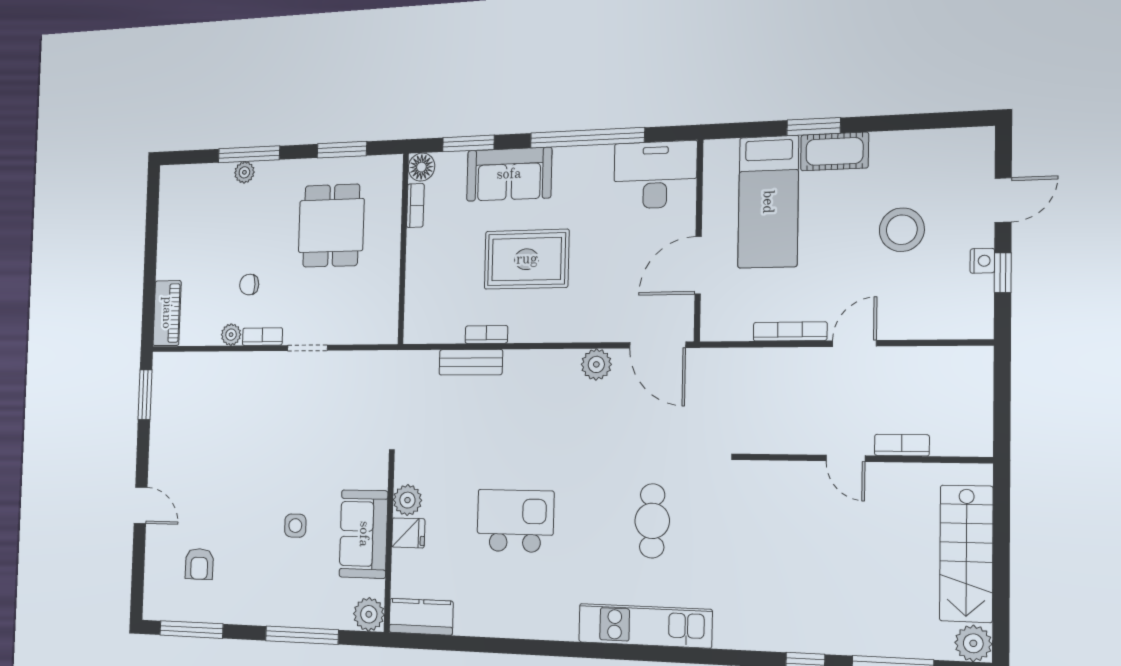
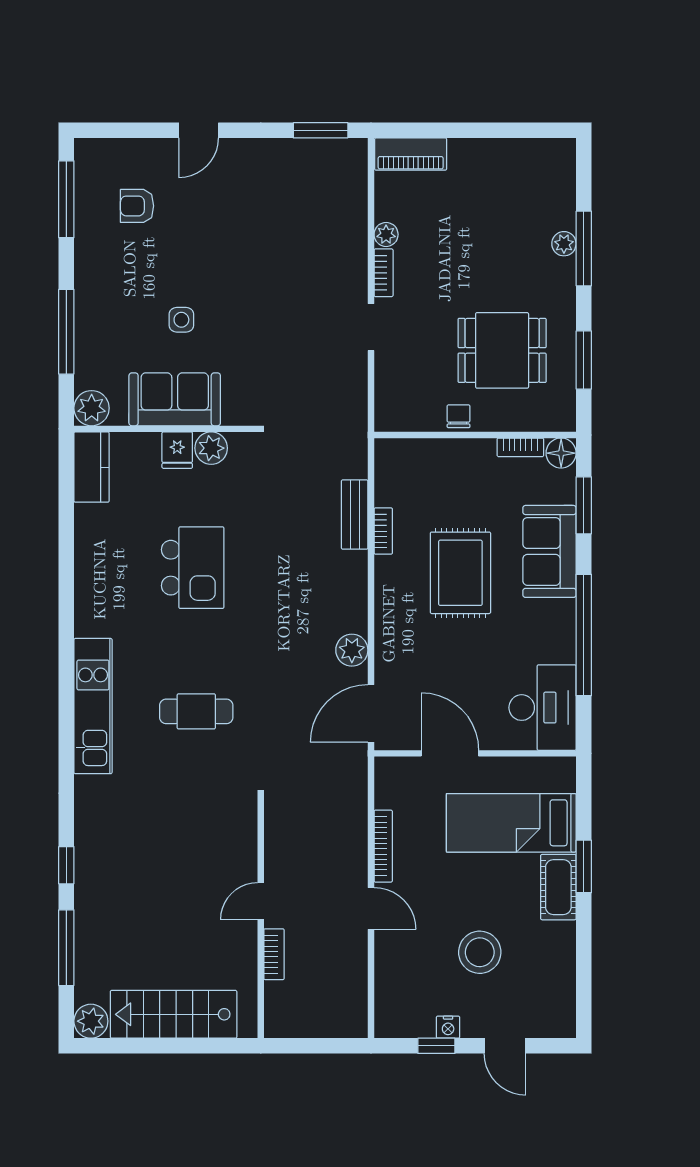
chair: (249, 285) -> (459, 416), moved

